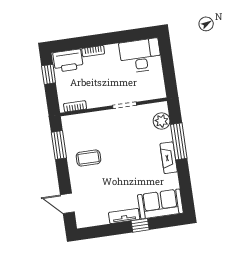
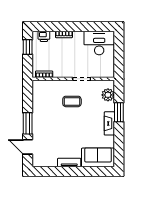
printer: (68, 61) -> (44, 36), width x0.53, depth x0.68
window: (179, 141) -> (119, 112), width x0.69
window: (59, 145) -> (28, 123), moved
coffee table: (88, 158) -> (72, 101), moved
window: (140, 225) -> (80, 171), removed

